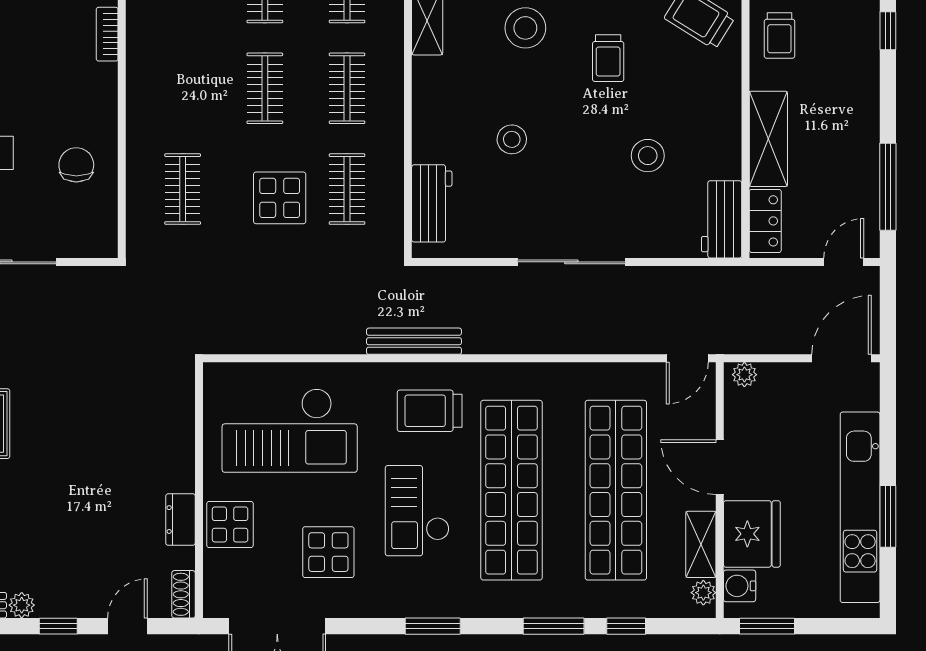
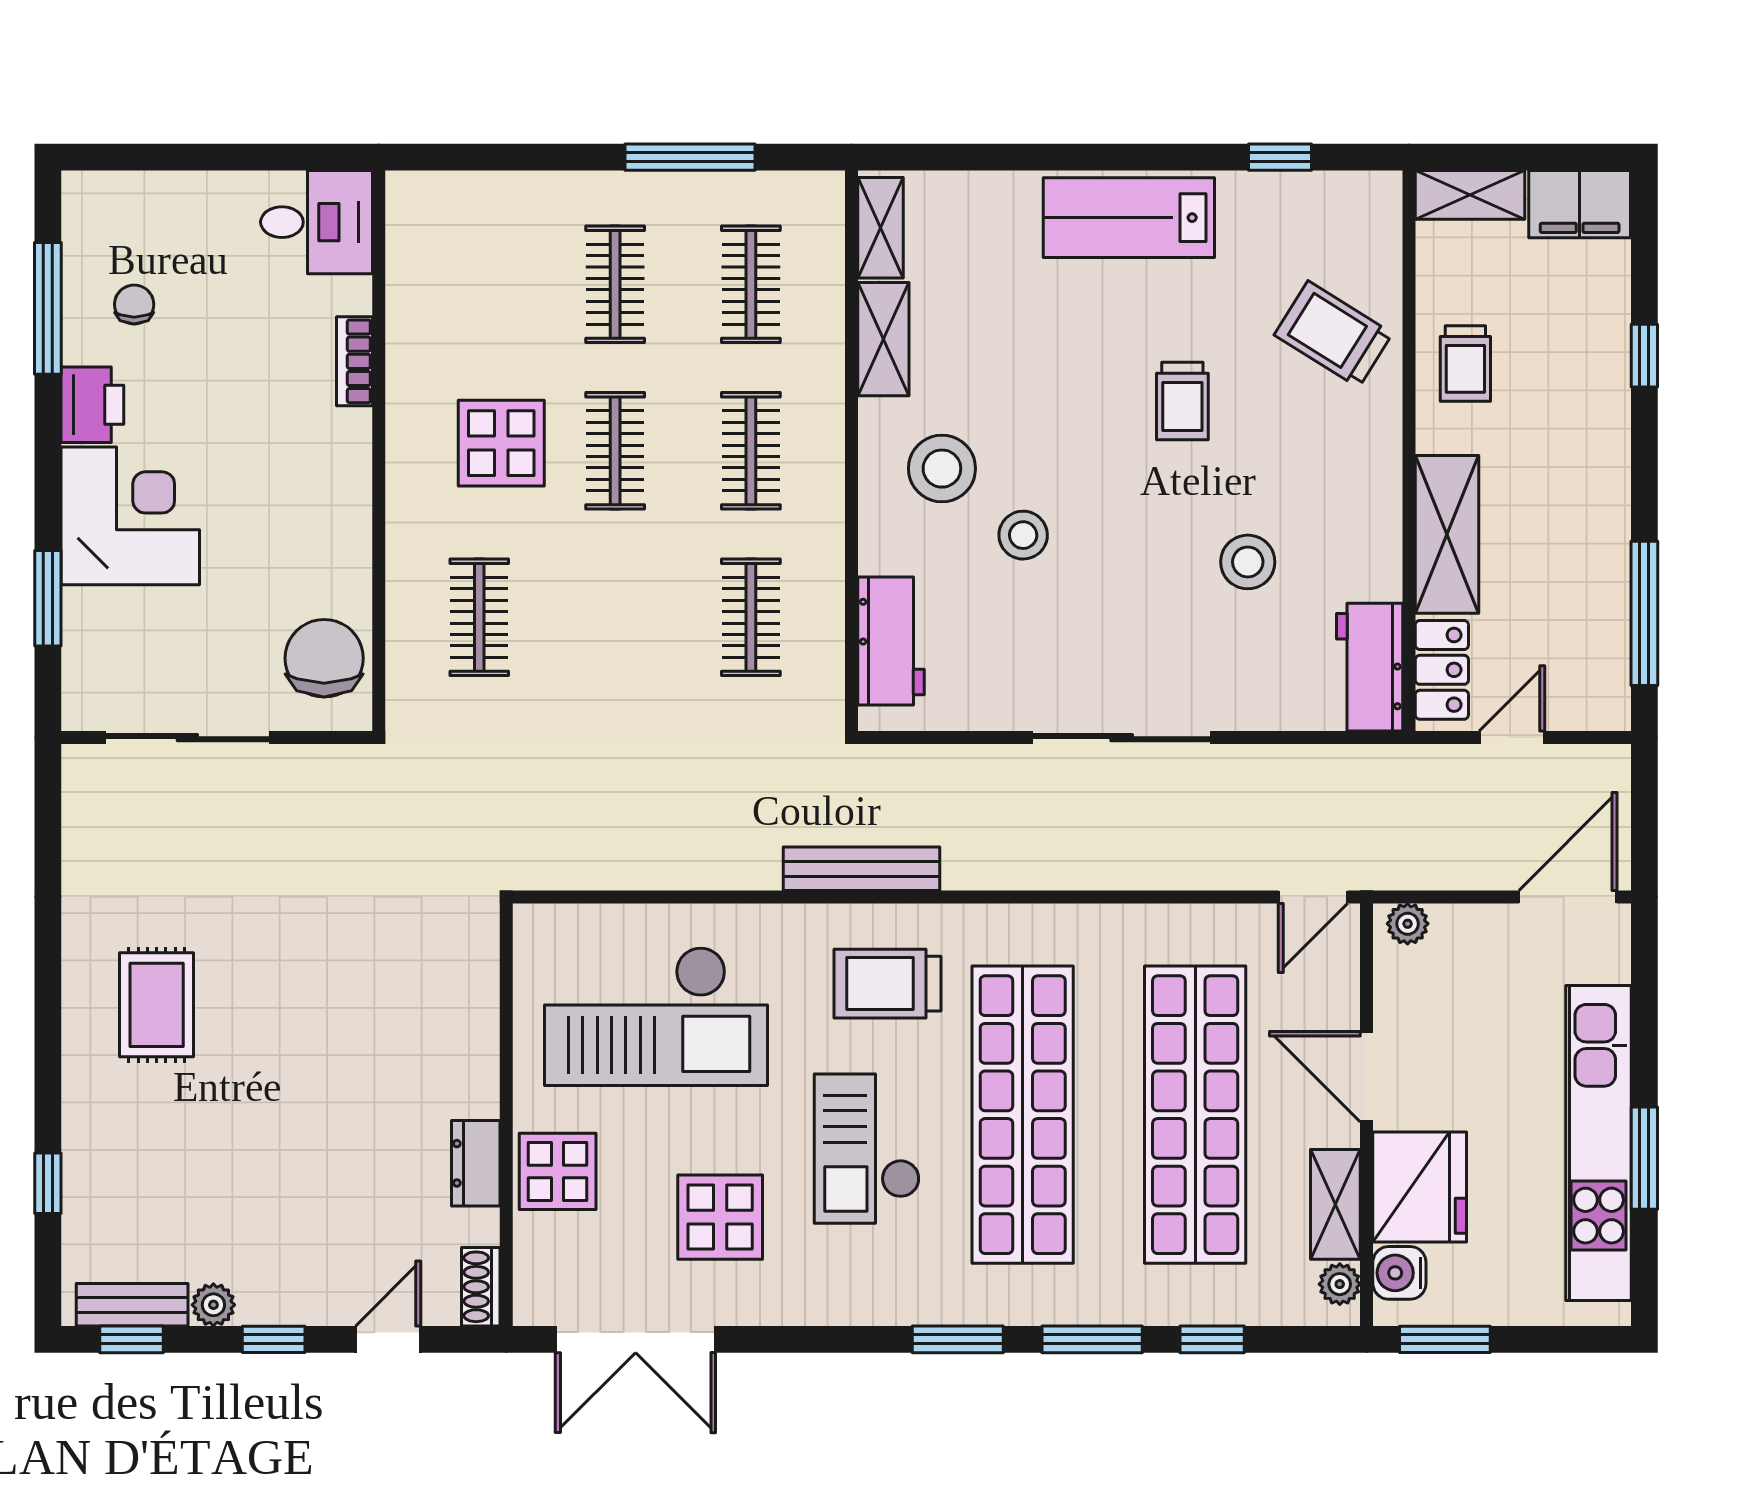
stool: (525, 28) -> (942, 469), moved
chair: (76, 165) -> (324, 658), moved, width x1.37, depth x1.37
display table: (280, 198) -> (501, 443), moved
door: (844, 262) -> (1512, 738), moved
window: (433, 626) -> (958, 1339), moved

